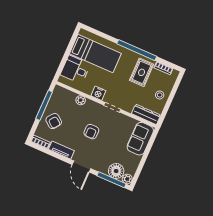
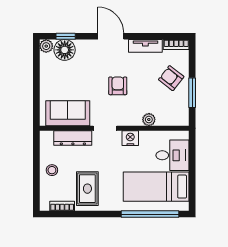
window: (137, 50) -> (150, 214), moved
window: (44, 105) -> (192, 93), width x0.69
dresser: (146, 114) -> (73, 138), moved
sofa: (140, 139) -> (68, 113), moved, turned -90
window: (111, 180) -> (66, 36), width x0.46

